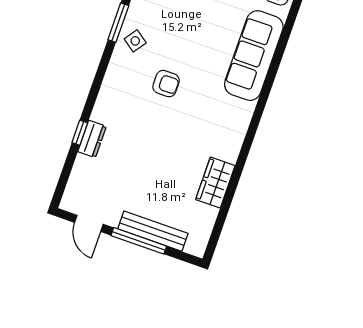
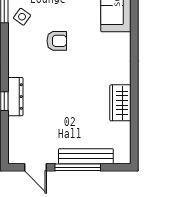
dresser: (92, 139) -> (15, 97), width x1.44

